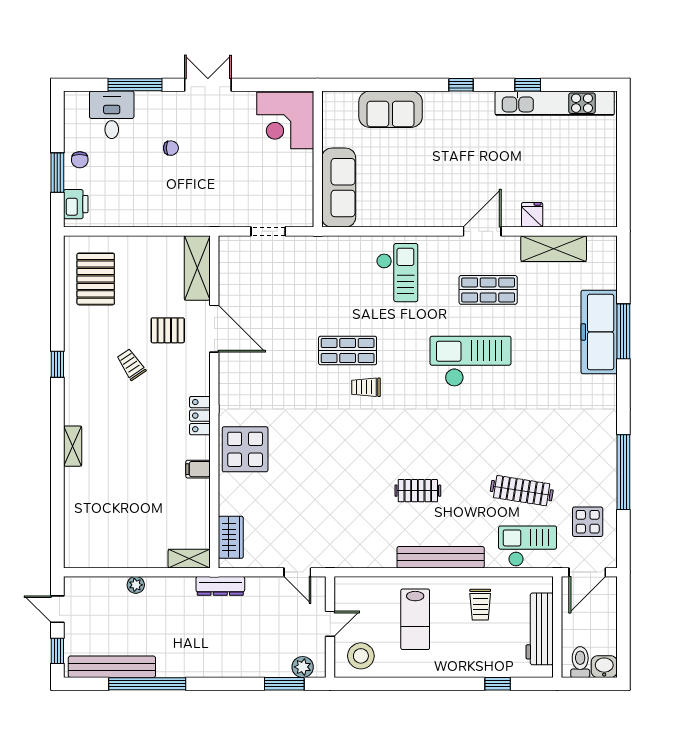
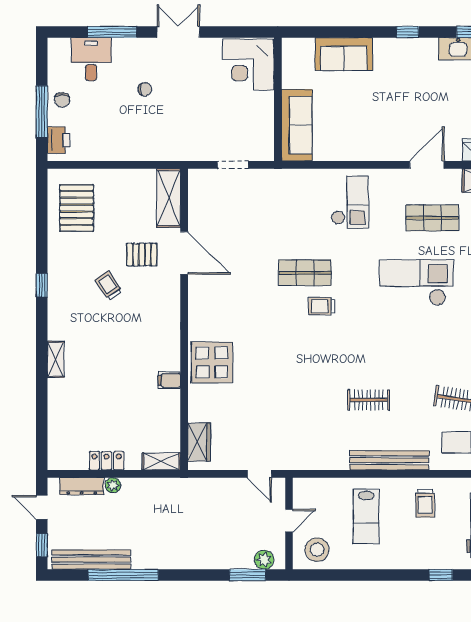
window: (57, 173) -> (42, 112), width x1.44
locker: (200, 416) -> (107, 461), moved, turned 90
dresser: (220, 586) -> (82, 486), moved

